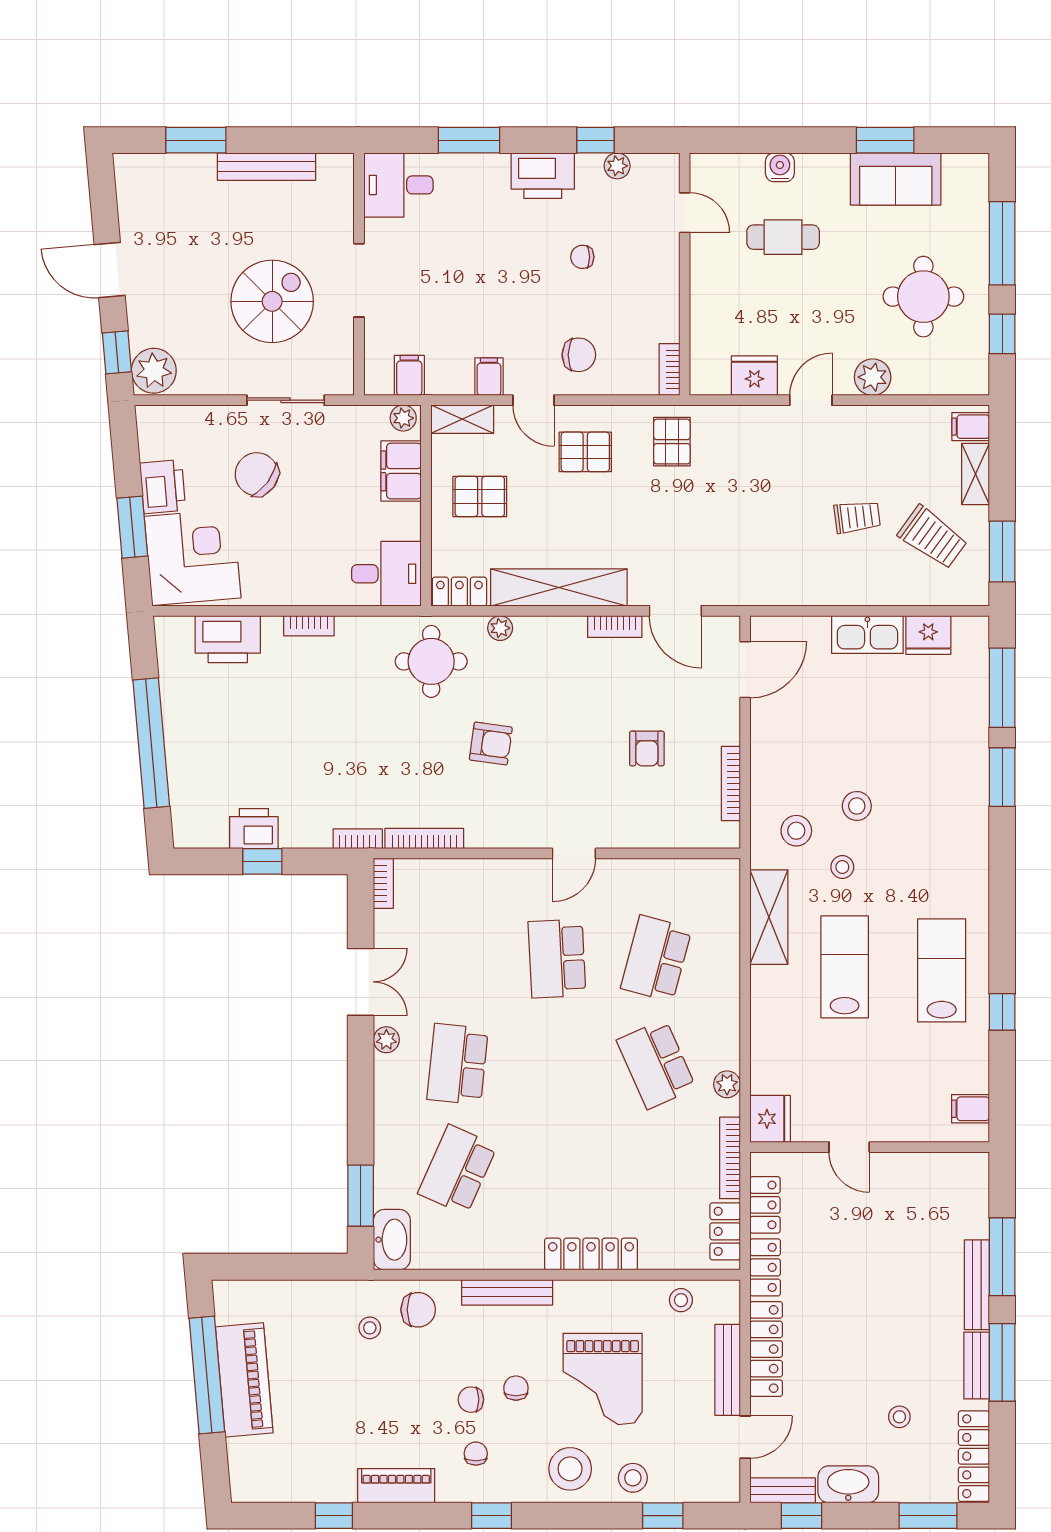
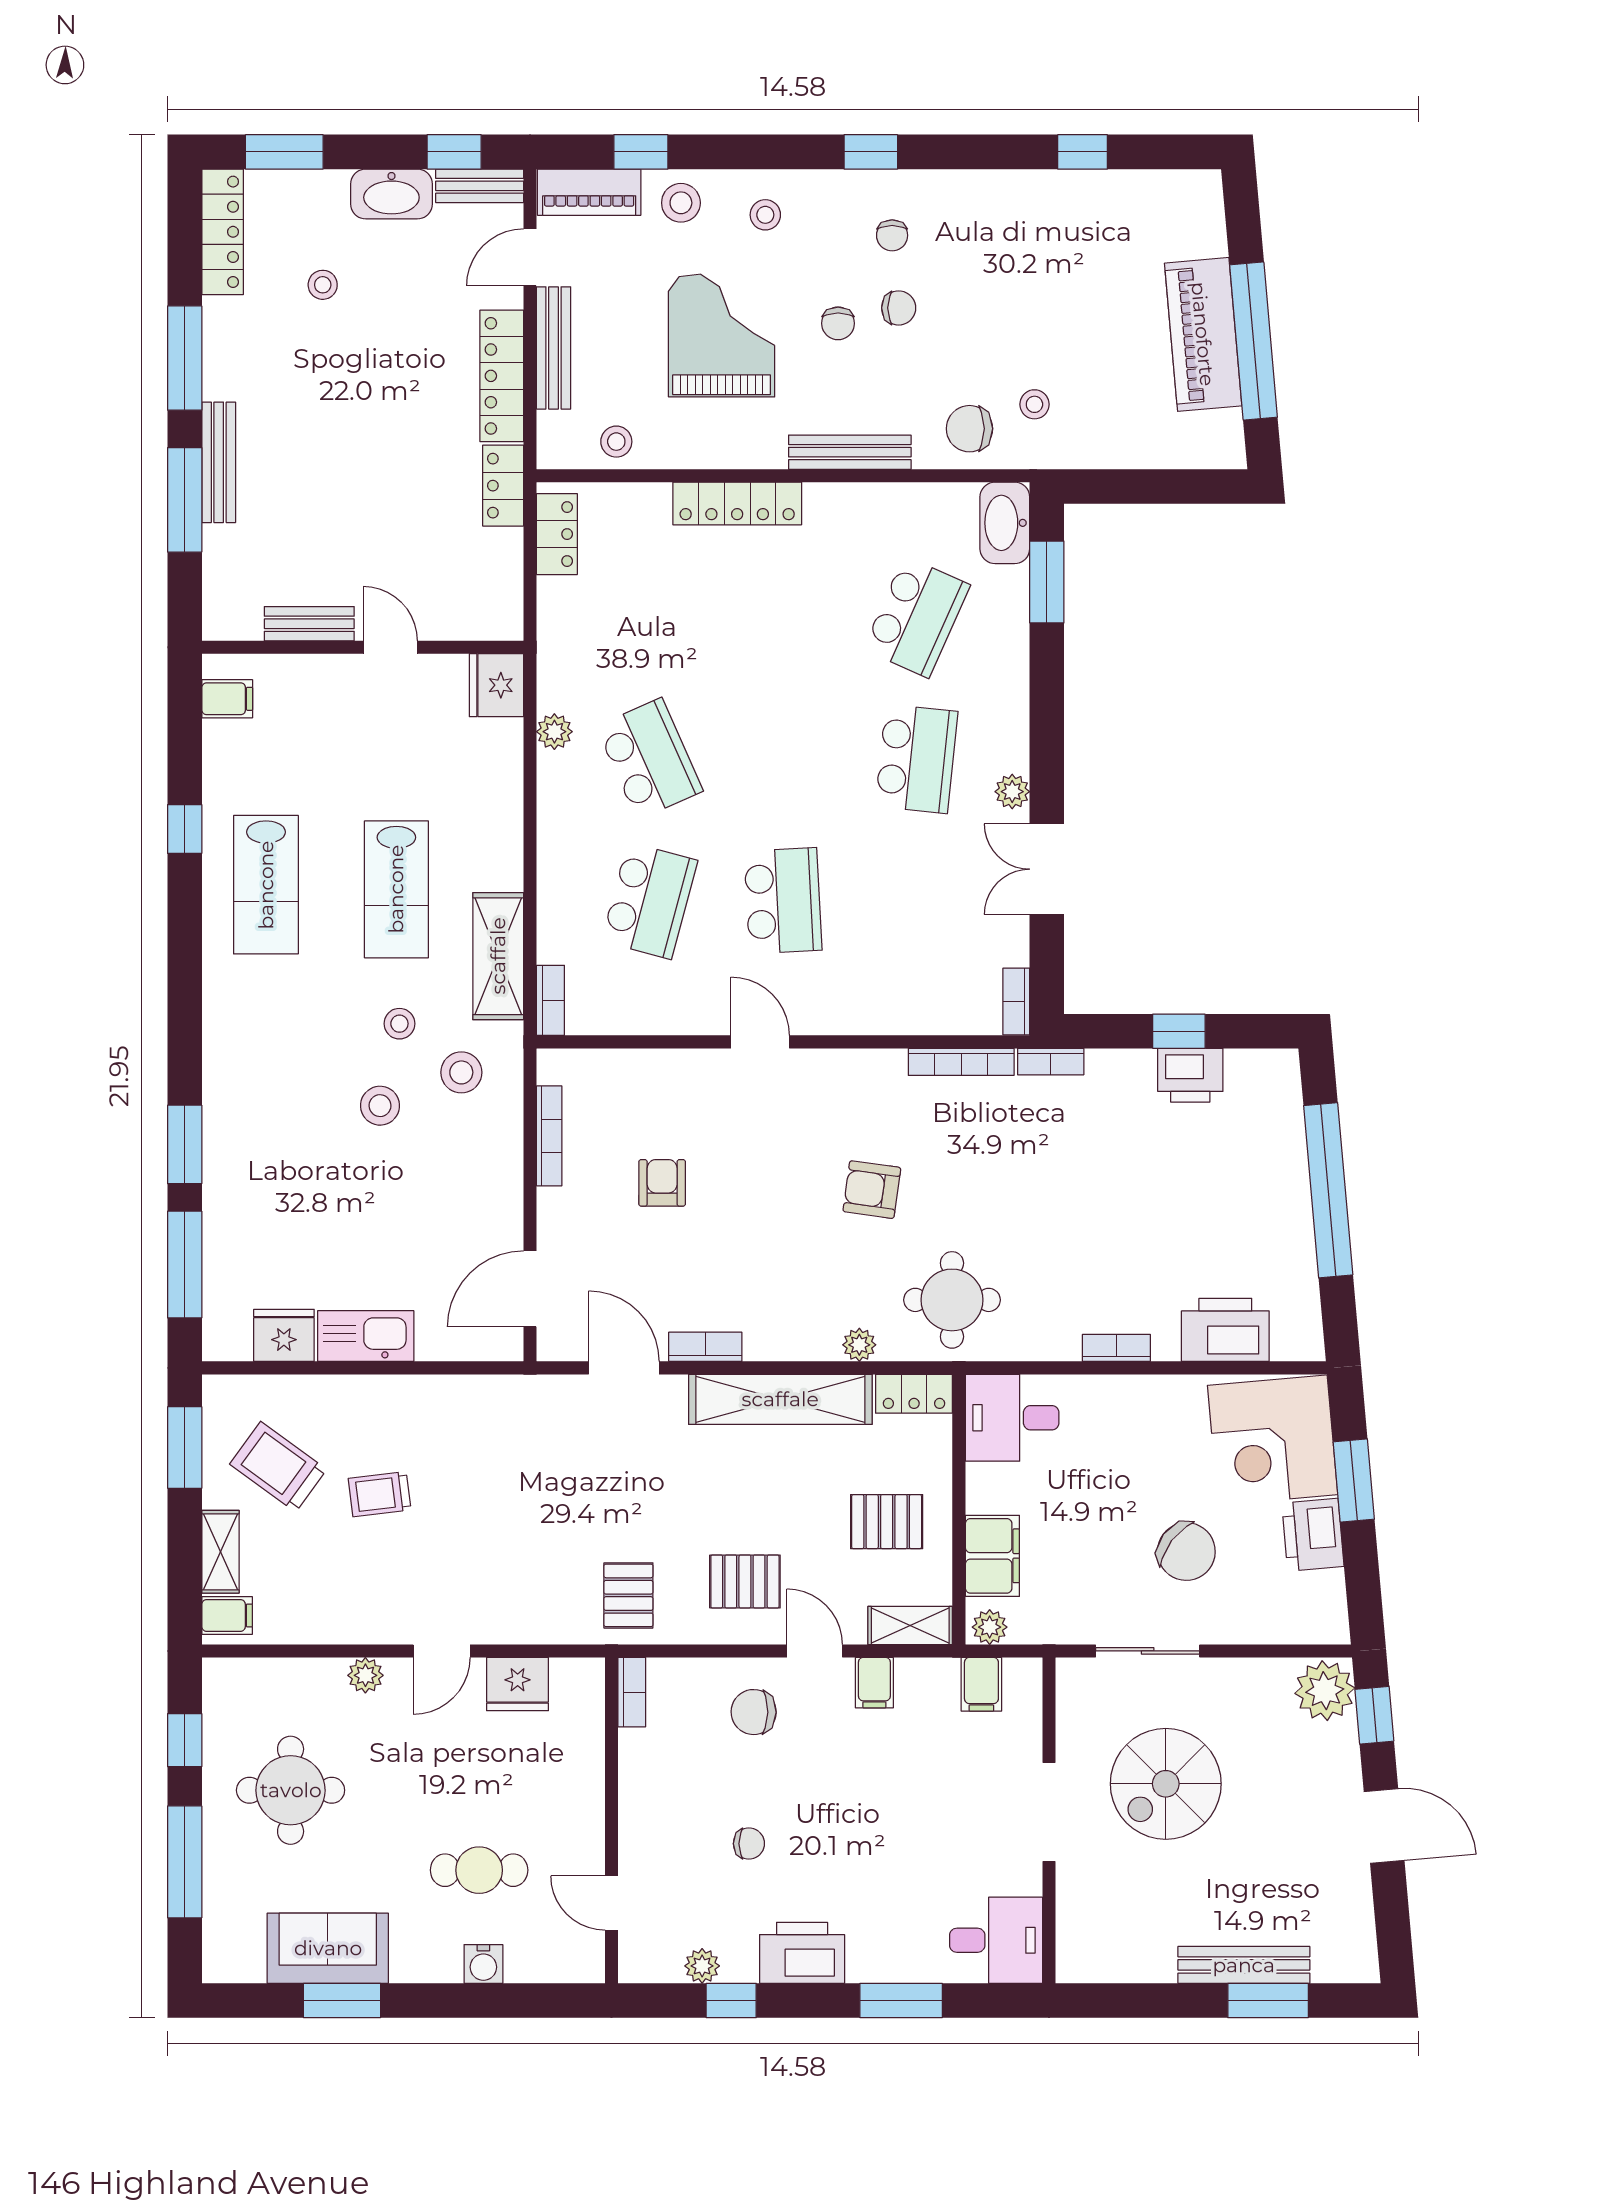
bench: (266, 167) -> (1244, 1965), moved
plant: (873, 377) -> (365, 1675), width x0.73, depth x0.73
door: (574, 853) -> (760, 1042), hinge flipped
bookcase: (730, 1158) -> (550, 1000), moved, width x0.64
locker: (765, 1205) -> (503, 570), removed
bench: (977, 1366) -> (309, 624), moved, turned 90
stool: (570, 1469) -> (765, 215), width x0.53, depth x0.53
piano: (396, 1486) -> (589, 192), moved

